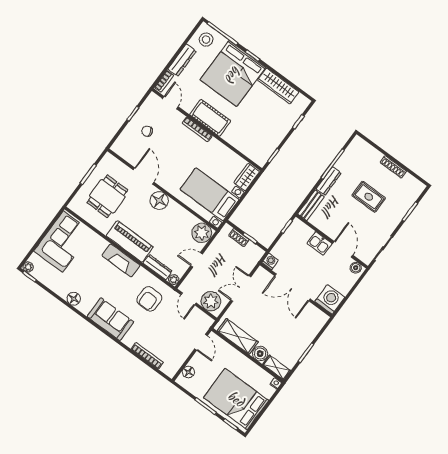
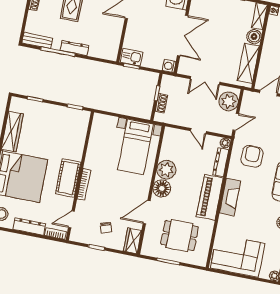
wardrobe: (247, 177) -> (133, 241), moved, turned 90
bench: (311, 205) -> (37, 40), moved
plant: (202, 233) -> (166, 170), moved
kitchen sink: (319, 243) -> (132, 57), moved, turned -90
armchair: (149, 299) -> (252, 156), turned -90

